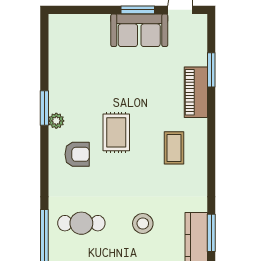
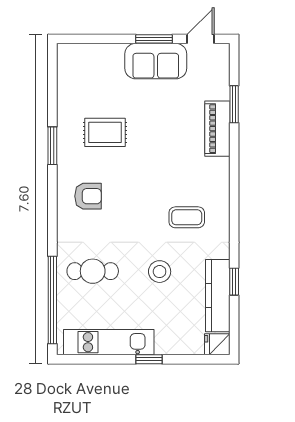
plant: (56, 121) -> (65, 160), removed
rug: (116, 132) -> (105, 132), moved, turned 90
coffee table: (174, 148) -> (187, 217), moved, turned 90
window: (211, 233) -> (234, 282), width x0.67

